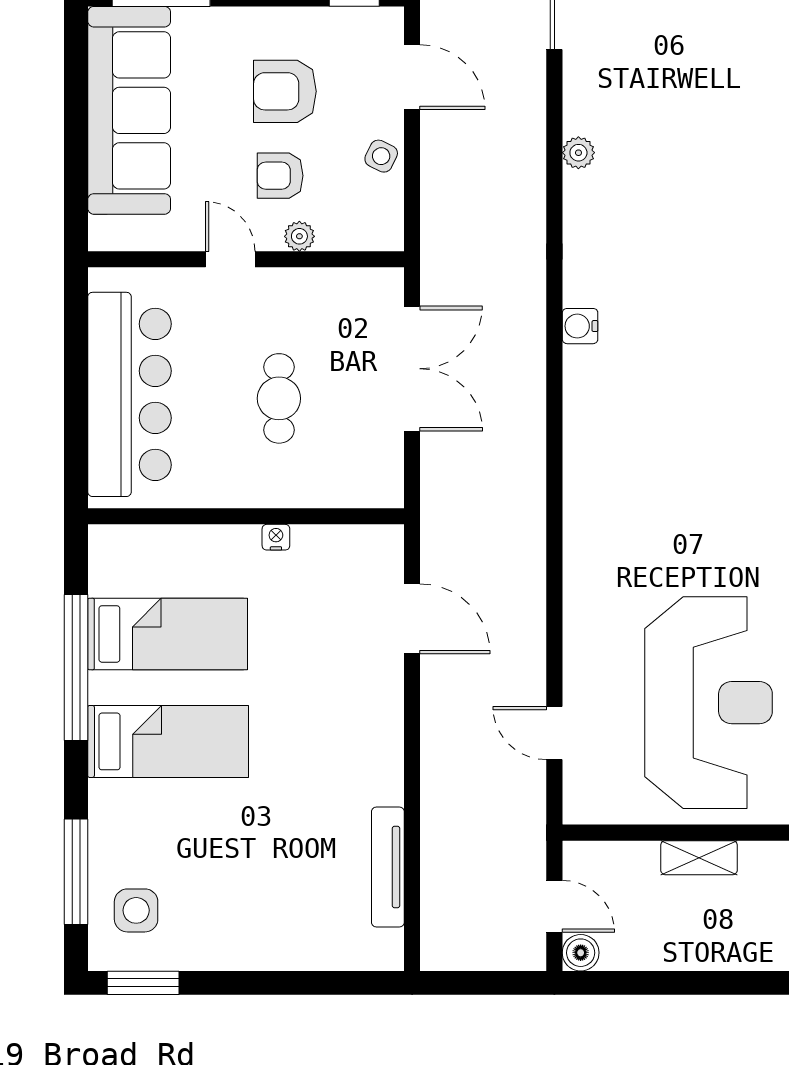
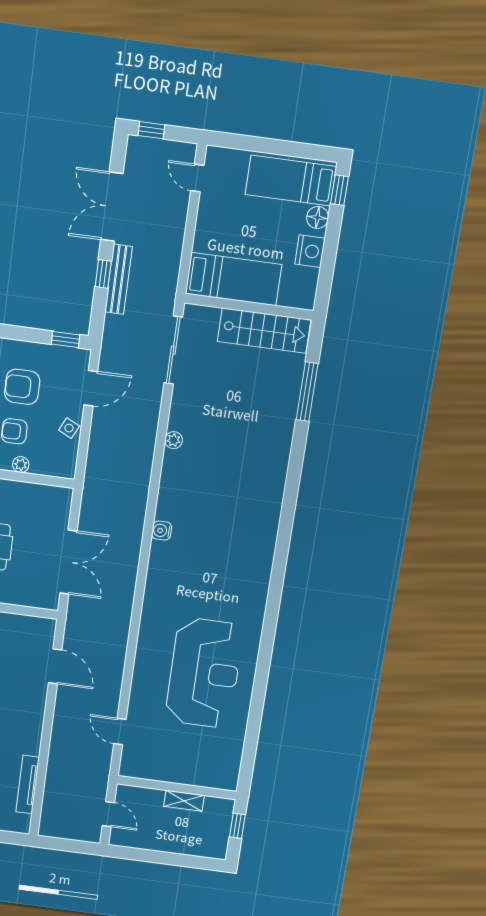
door: (412, 77) -> (91, 388), hinge flipped
double door: (412, 369) -> (68, 562), moved
reception desk: (709, 703) -> (204, 673), moved
boiler: (581, 953) -> (118, 838), removed

